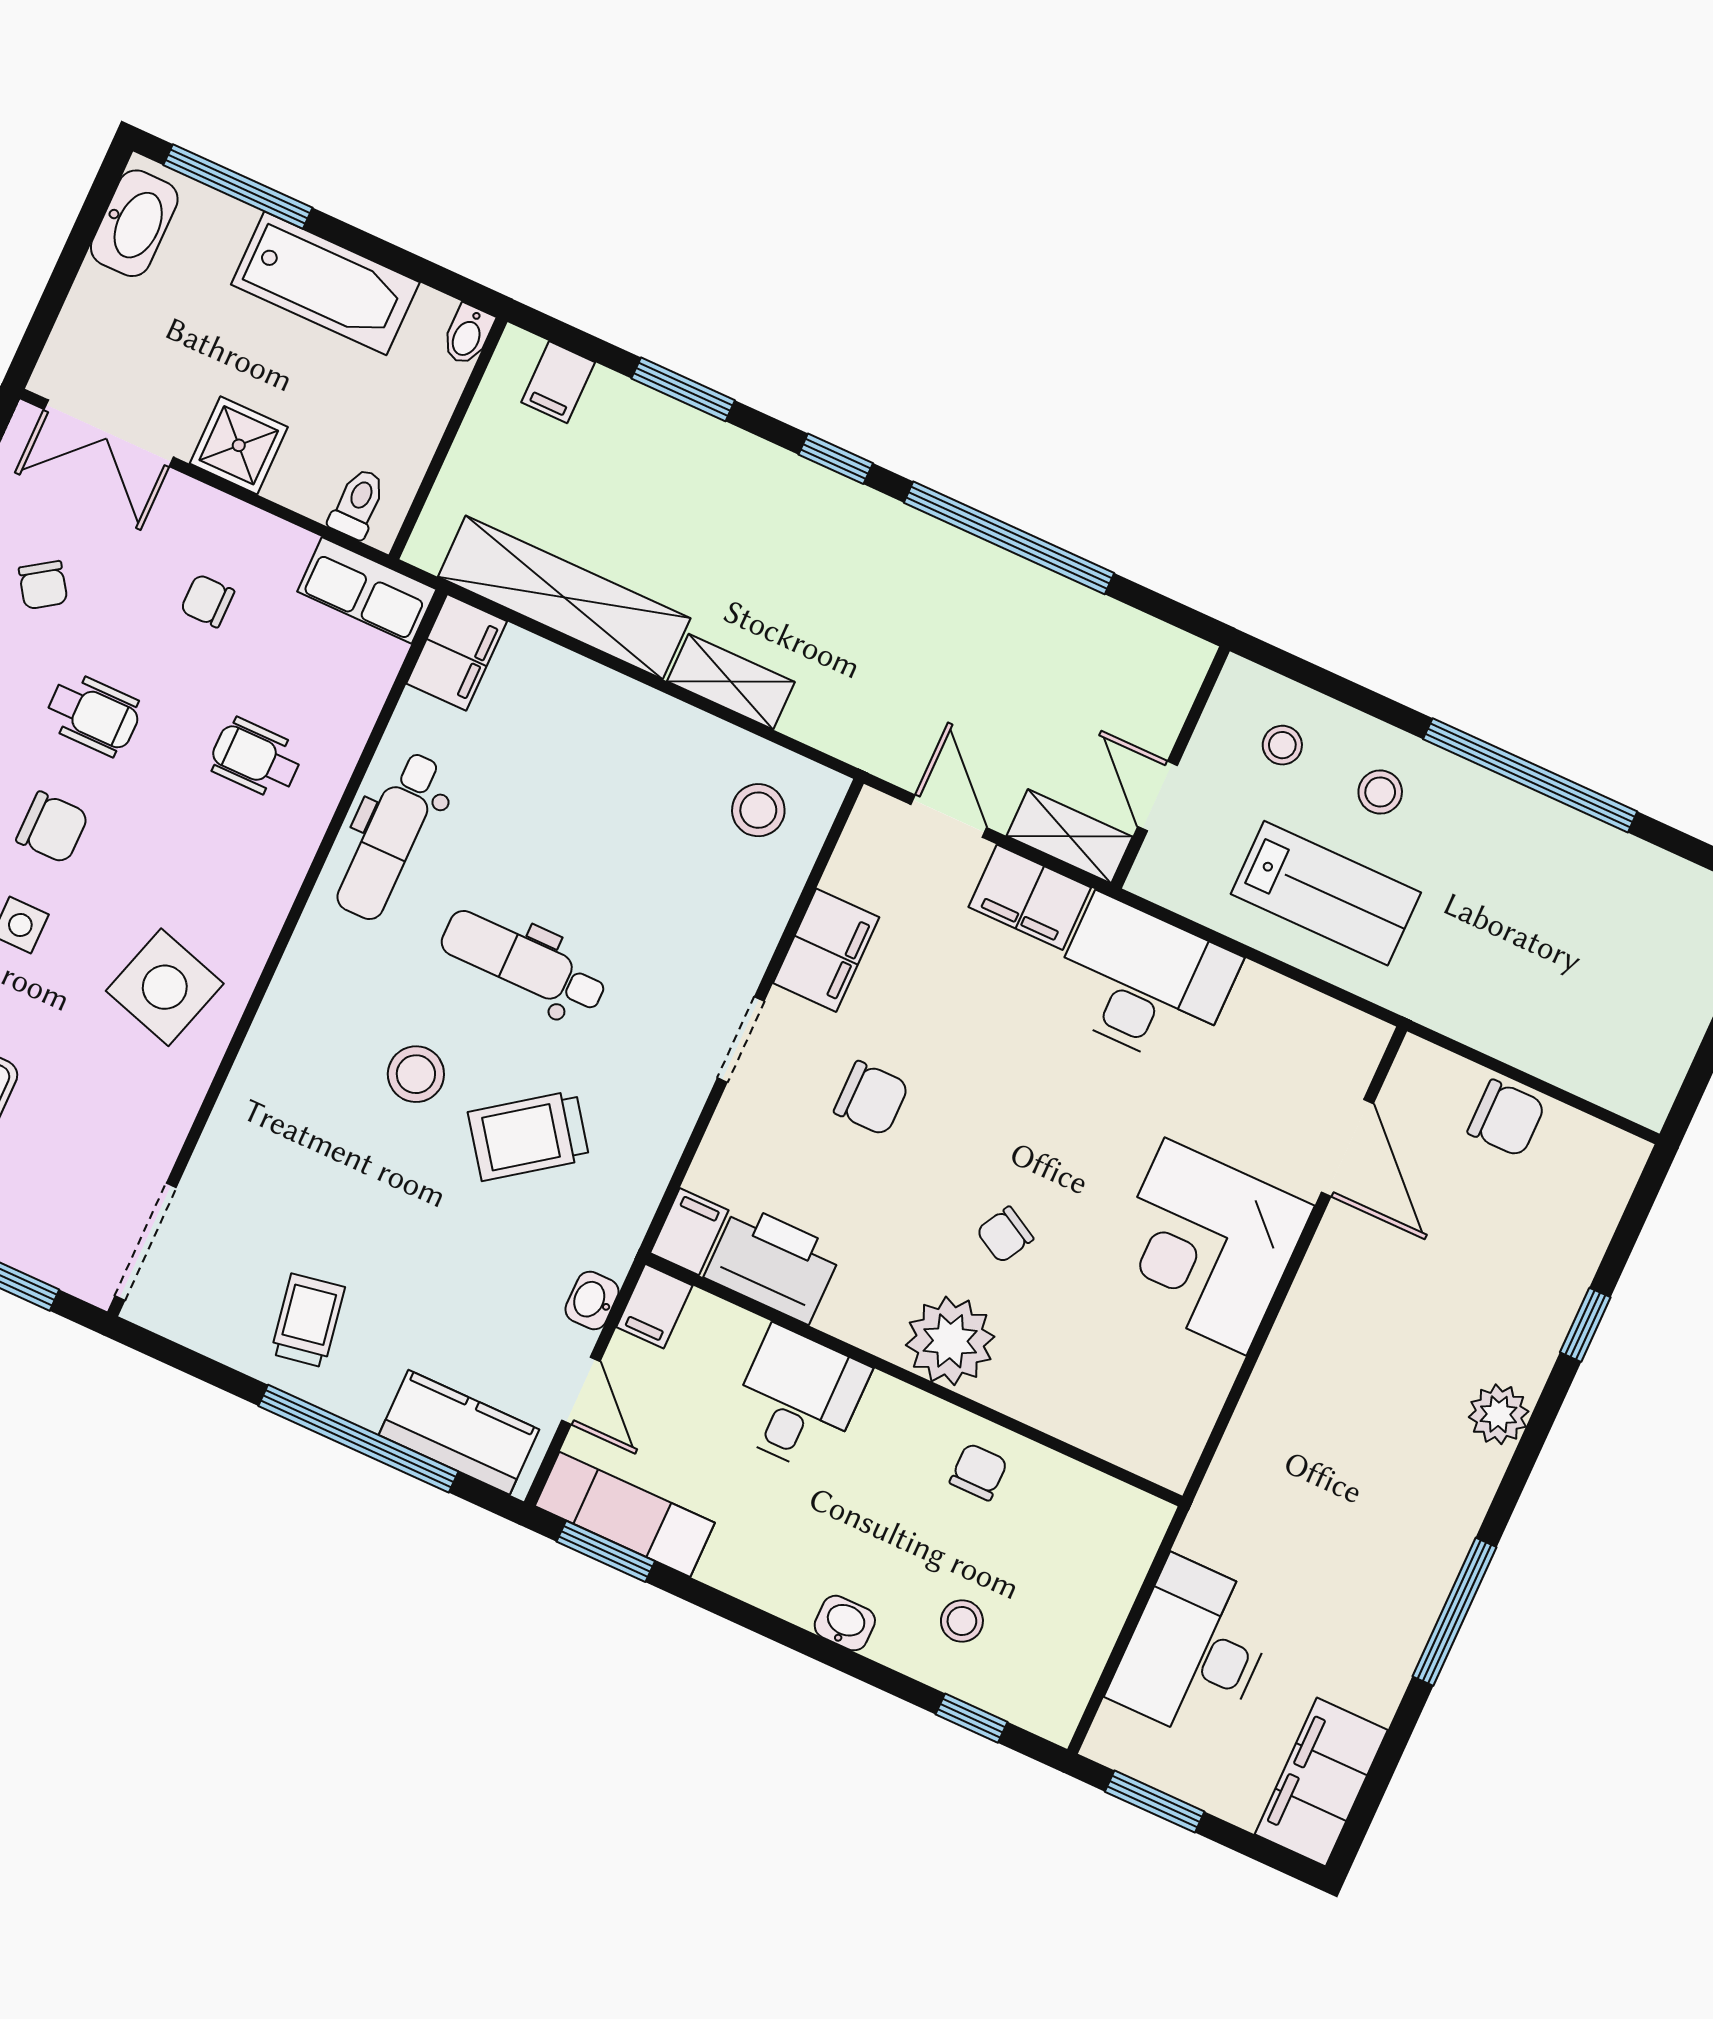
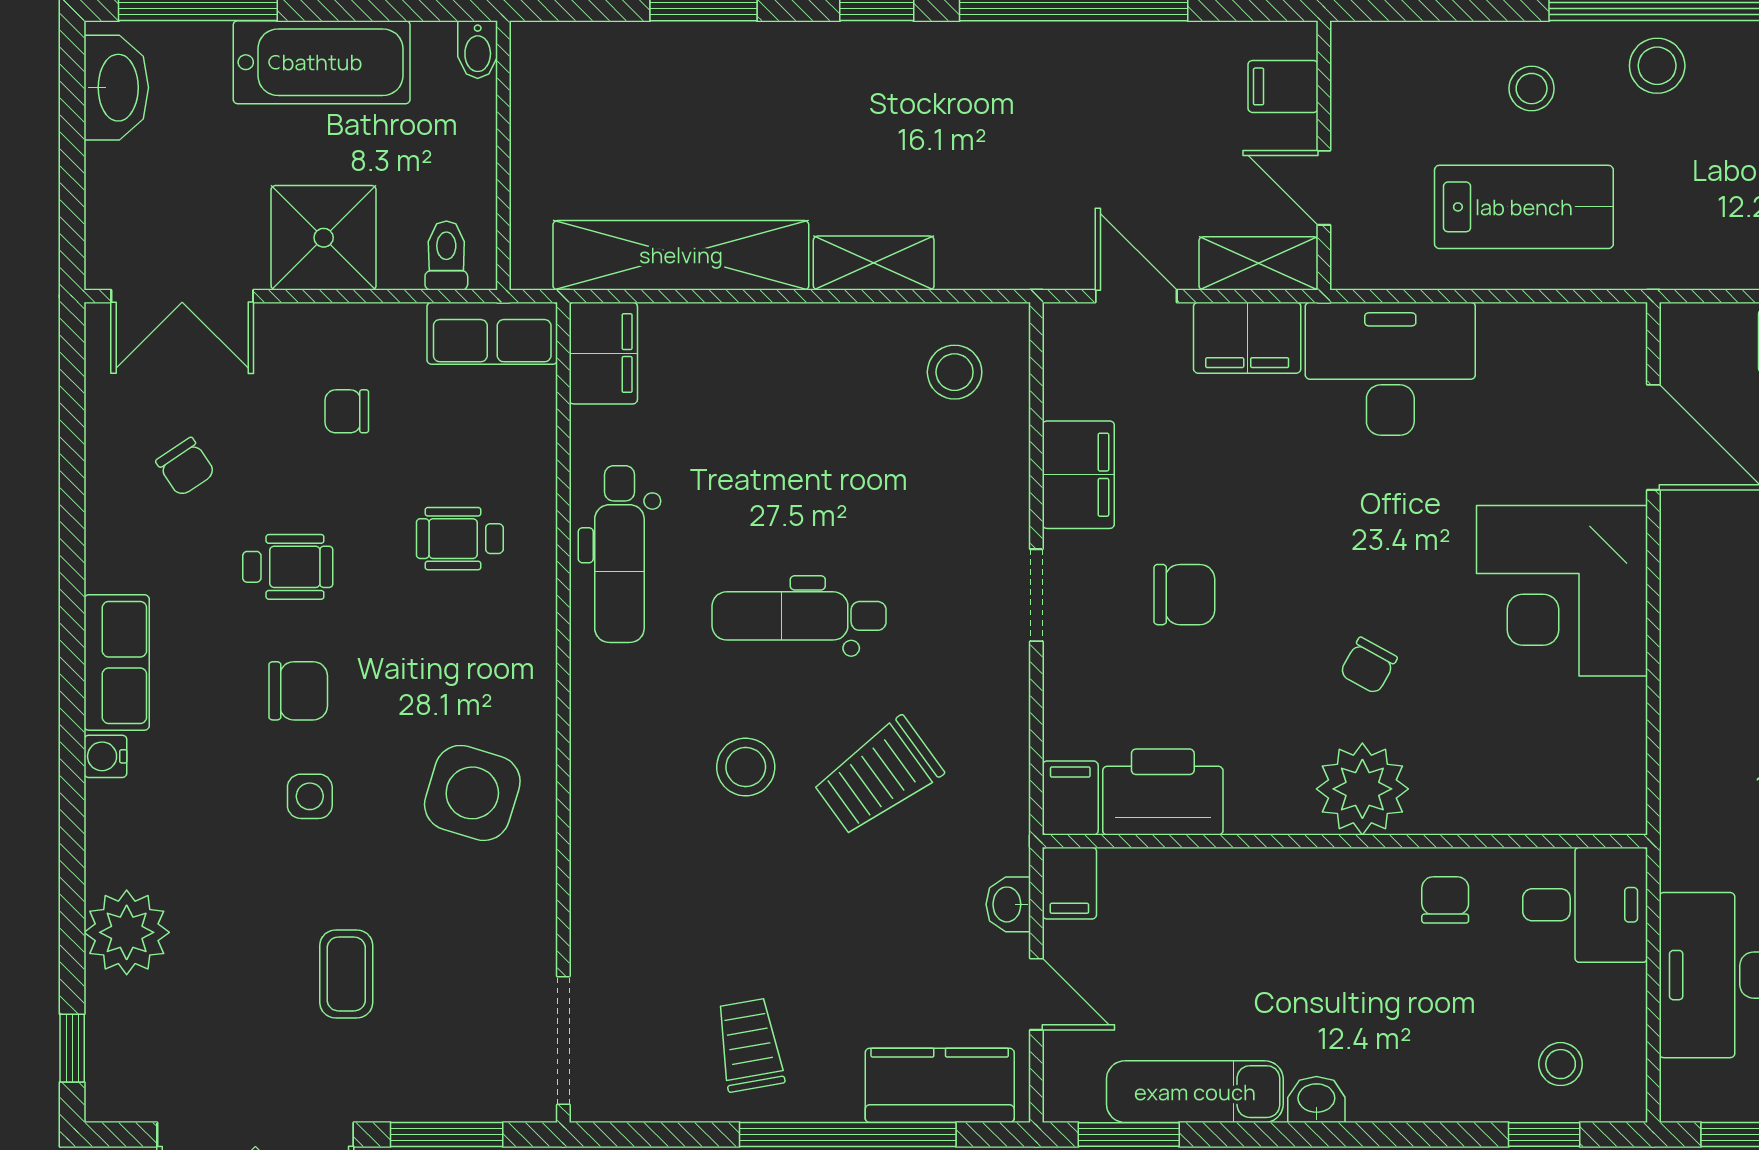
filing cabinet: (558, 382) -> (1283, 86), moved, turned 90
shower: (239, 445) -> (324, 238), width x1.36, depth x1.36
stool: (1282, 745) -> (1657, 66), moved, width x1.37, depth x1.37
desk: (798, 1399) -> (1585, 905), moved, turned 90
exam couch: (625, 1514) -> (1195, 1092), moved
stool: (962, 1621) -> (1561, 1064), moved
washbasin: (845, 1623) -> (1316, 1099), moved

